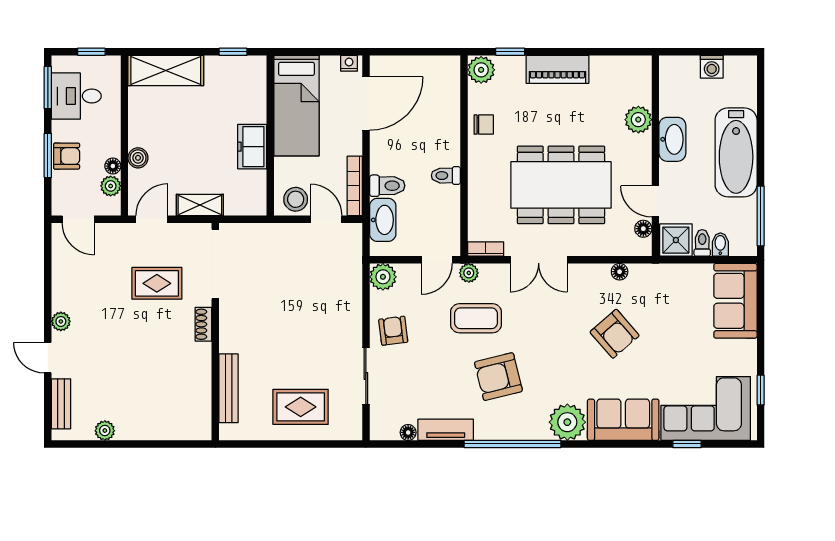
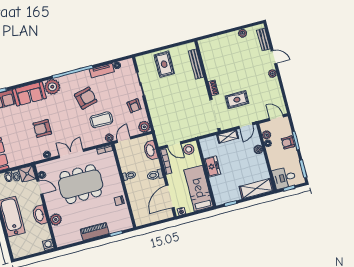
washing machine: (712, 67) -> (48, 245), moved
plant: (481, 70) -> (126, 223), removed
desk: (76, 96) -> (284, 178), moved, turned 180
toilet: (387, 186) -> (155, 175), moved
double door: (539, 260) -> (71, 153), moved
armchair: (615, 334) -> (42, 128), turned -49
rug: (301, 407) -> (164, 64), turned 90

